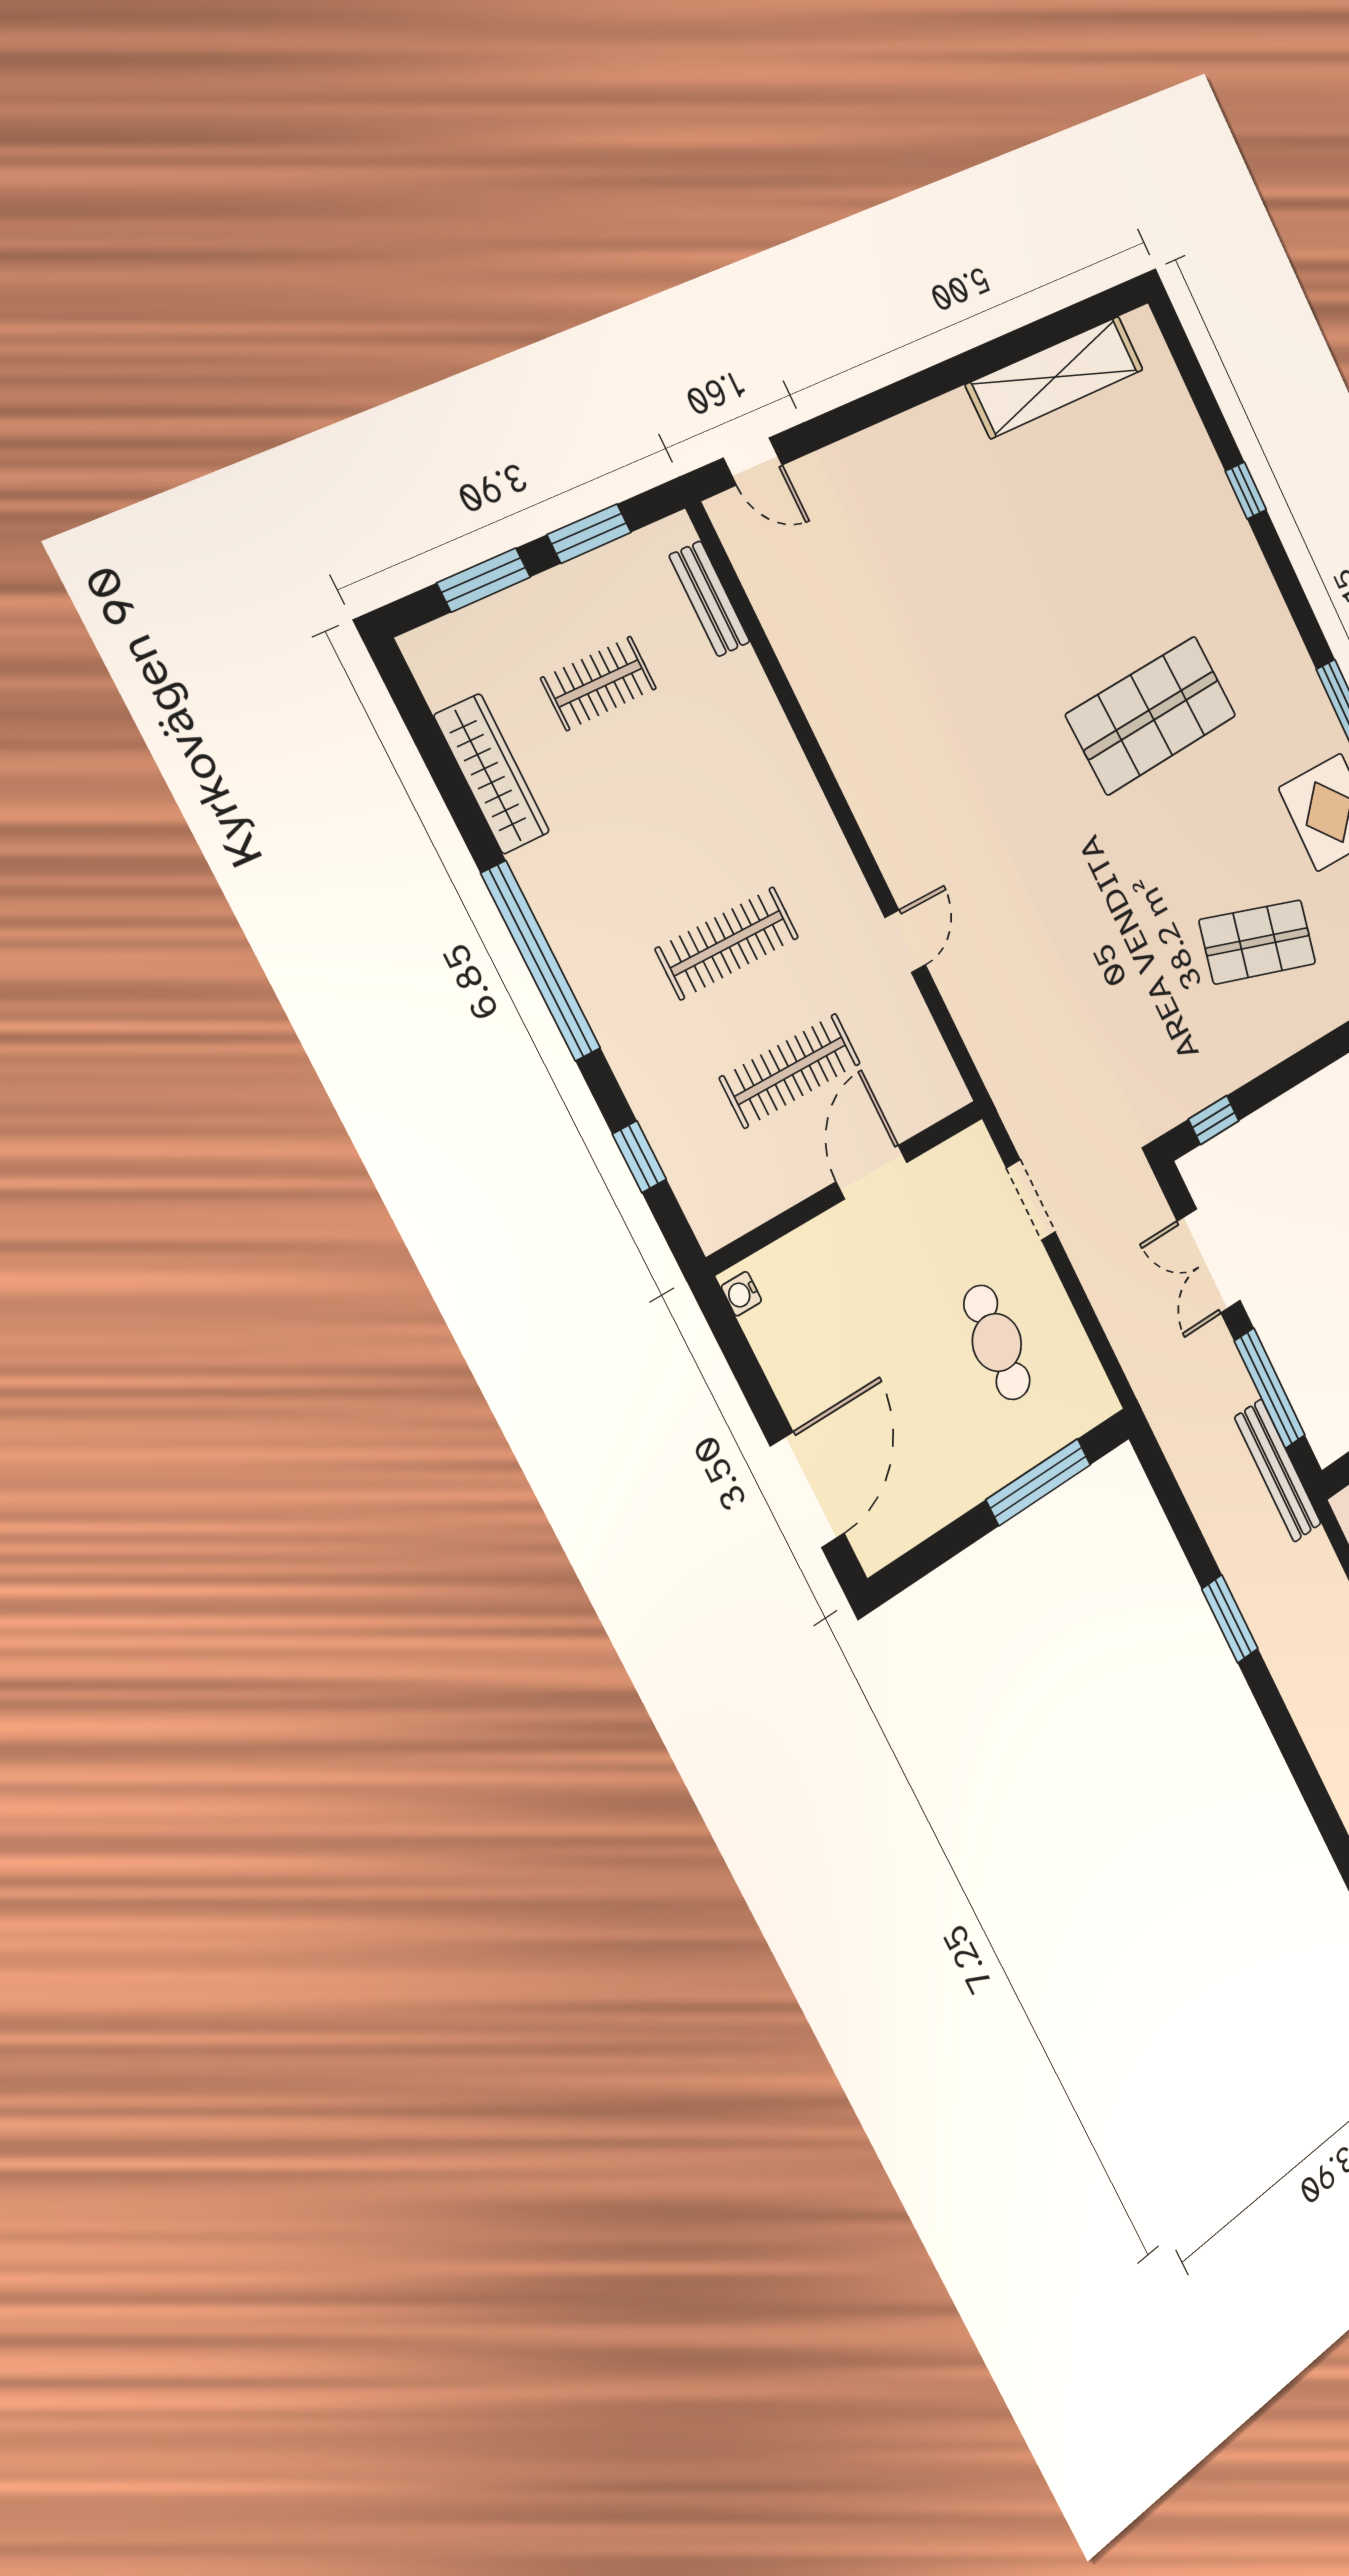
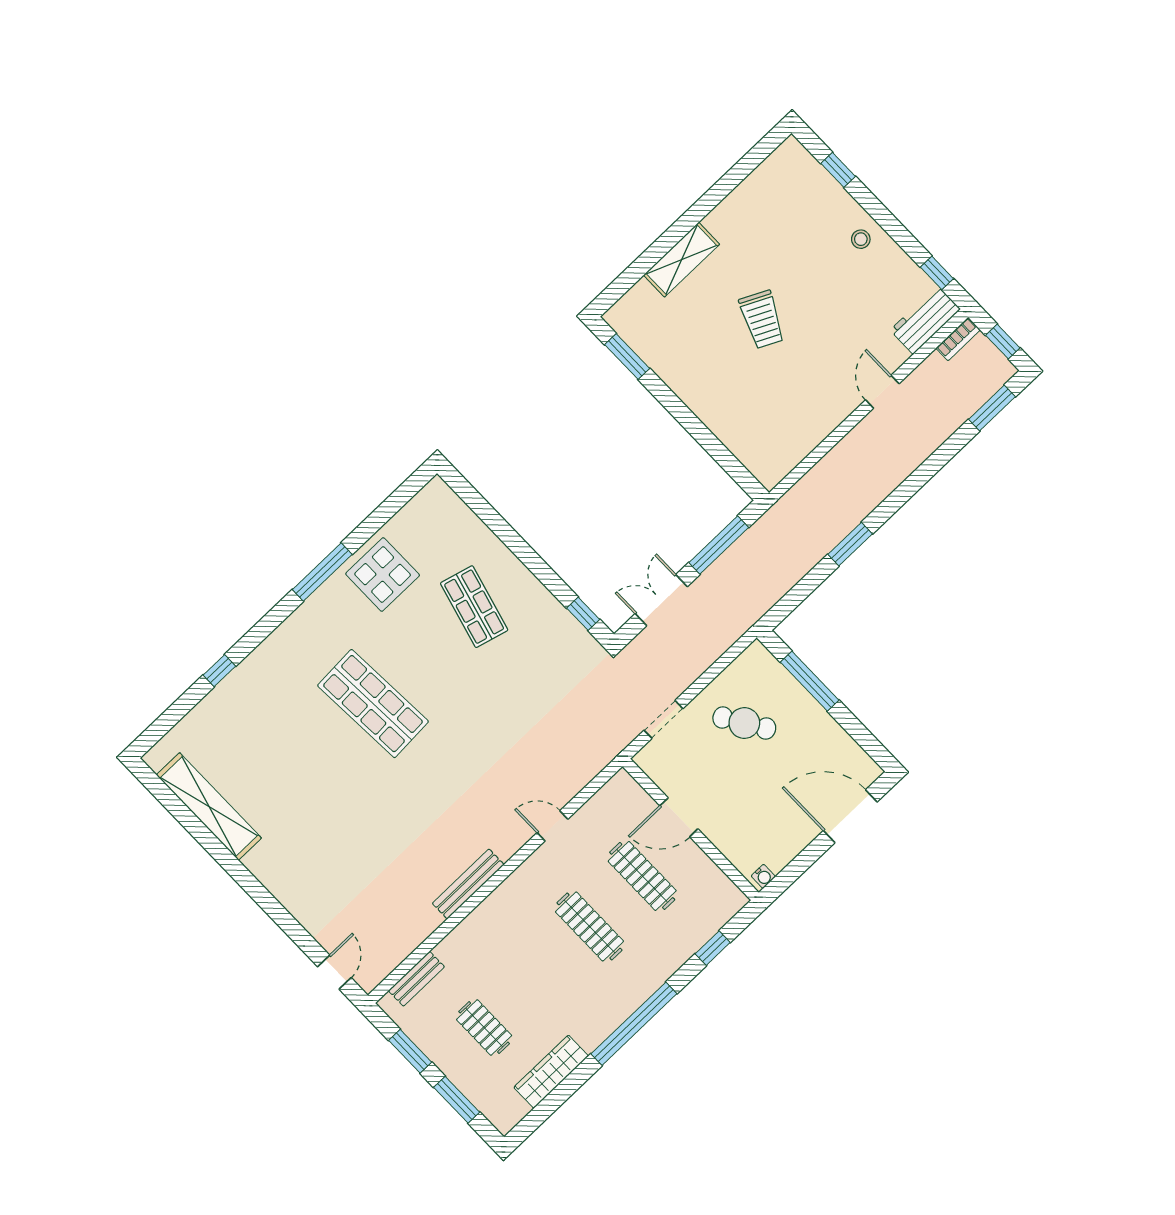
double door: (1209, 1261) -> (661, 600), swing flipped
cafe table: (997, 1342) -> (744, 723), turned 54
bench: (1278, 1471) -> (468, 884), moved

